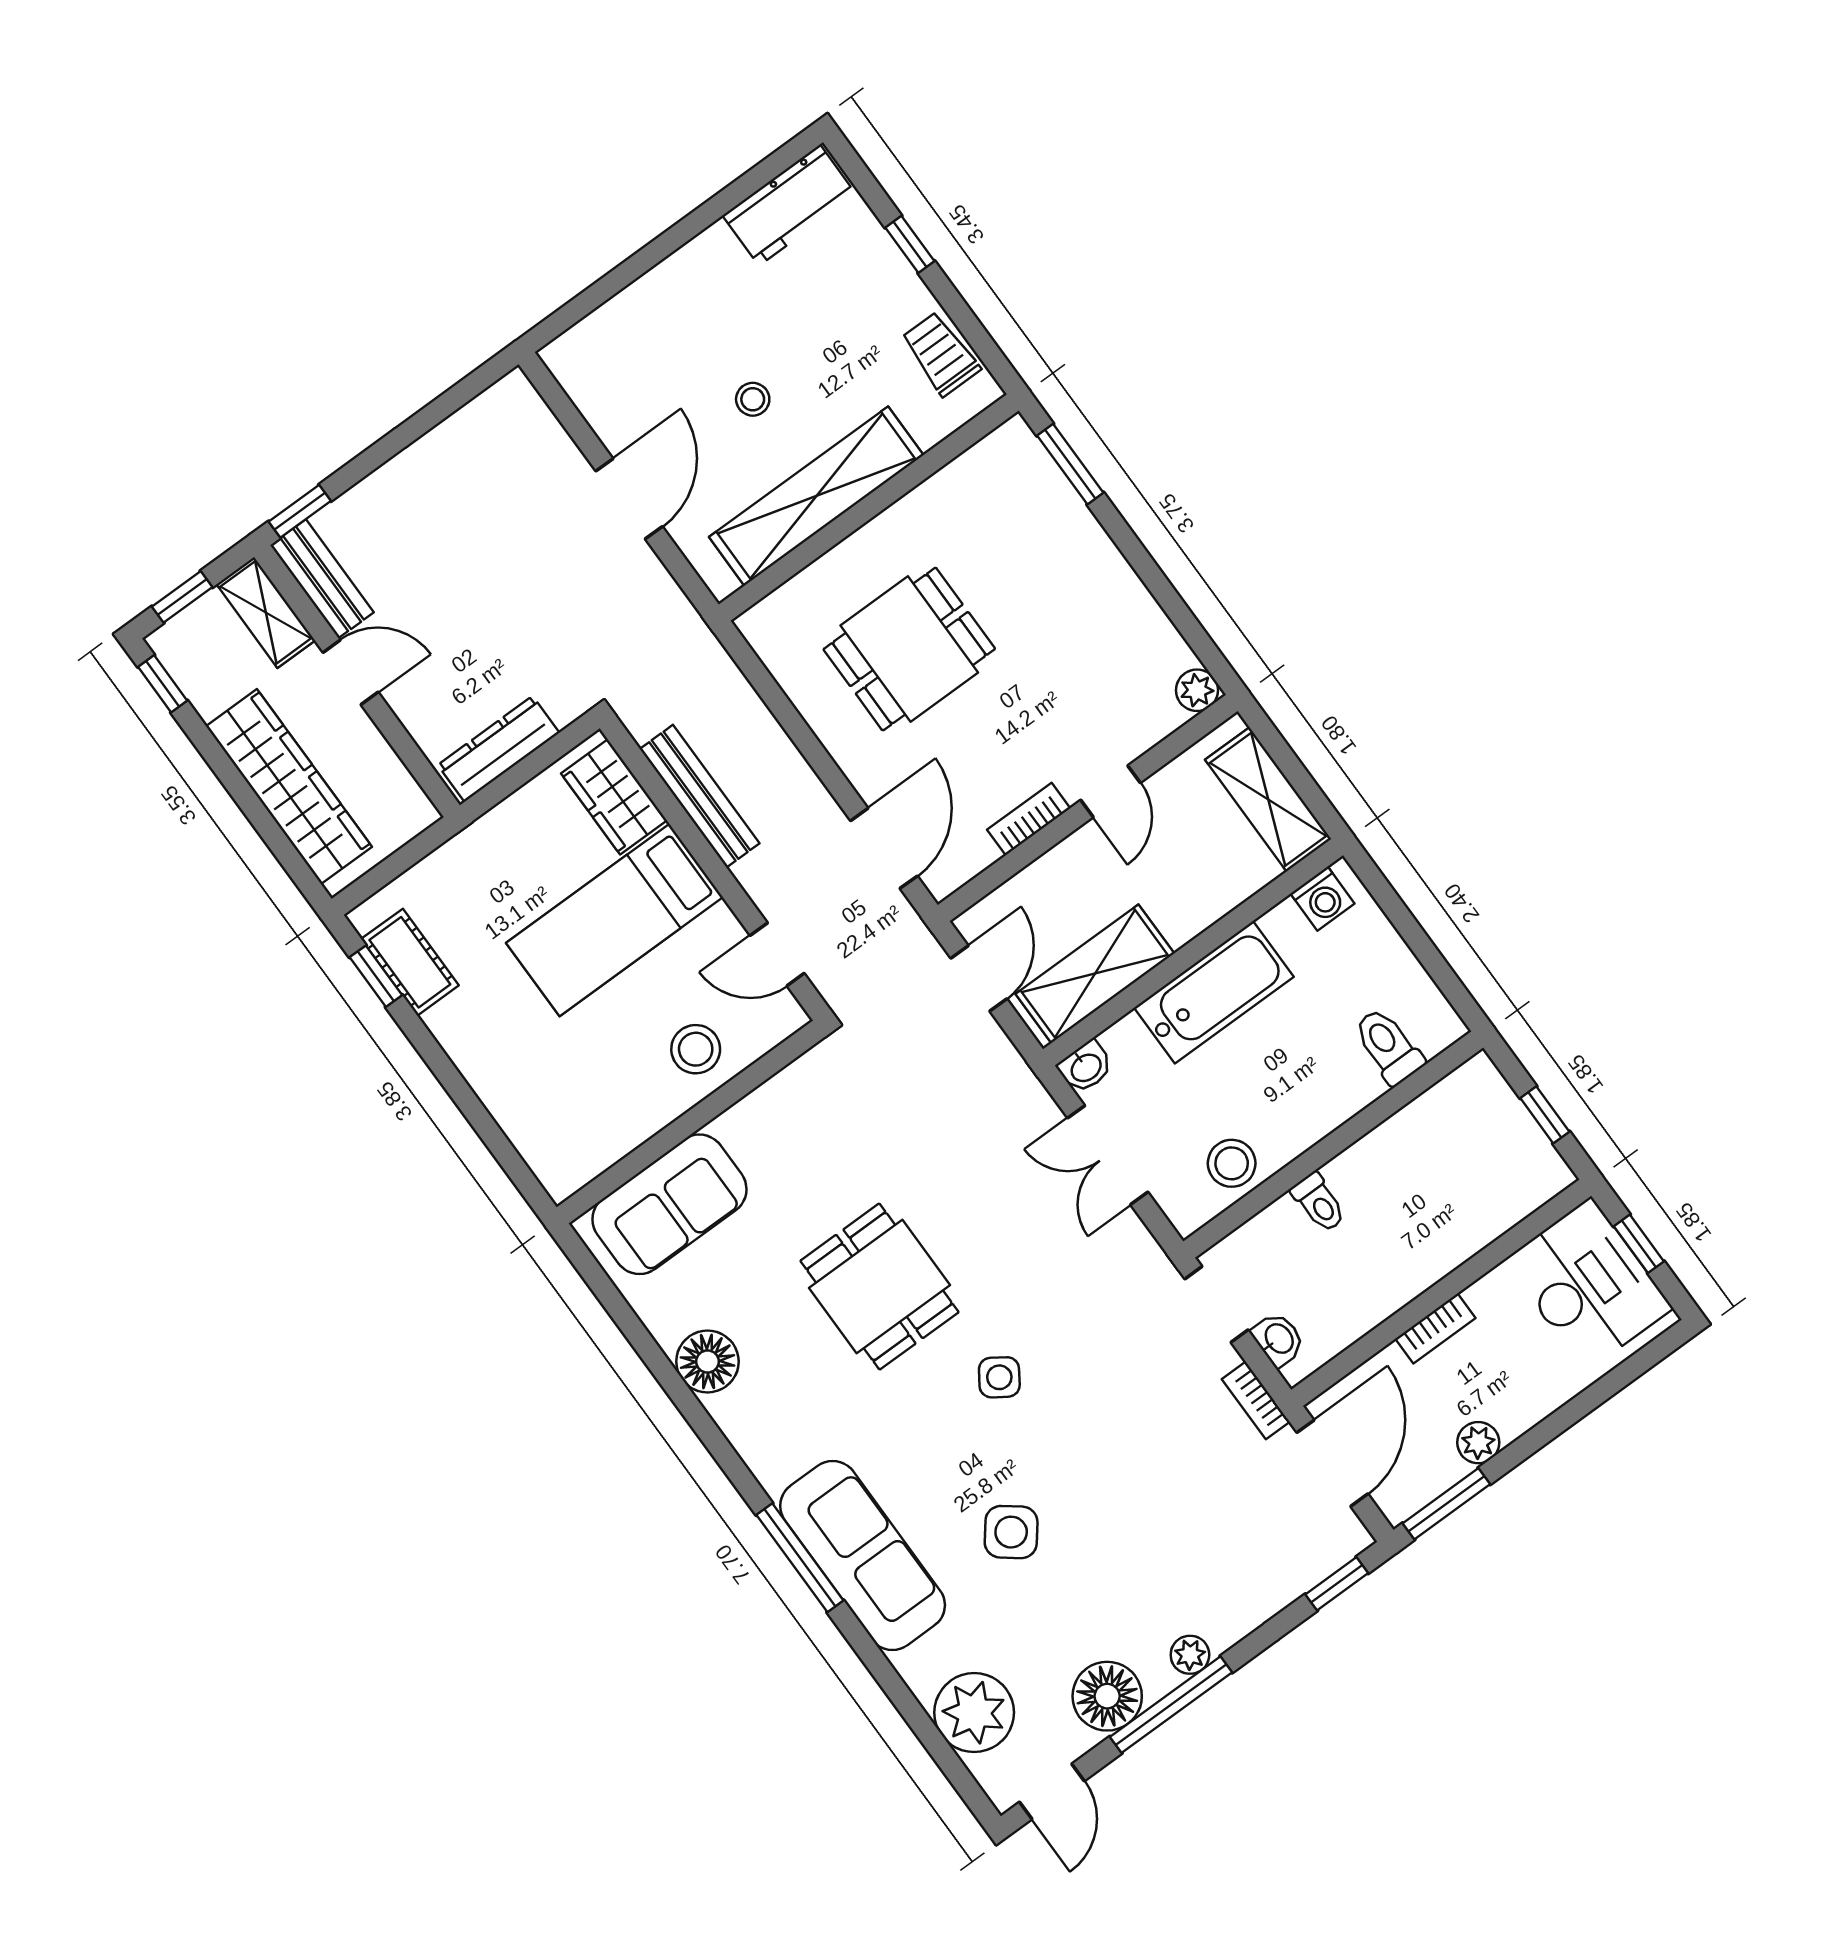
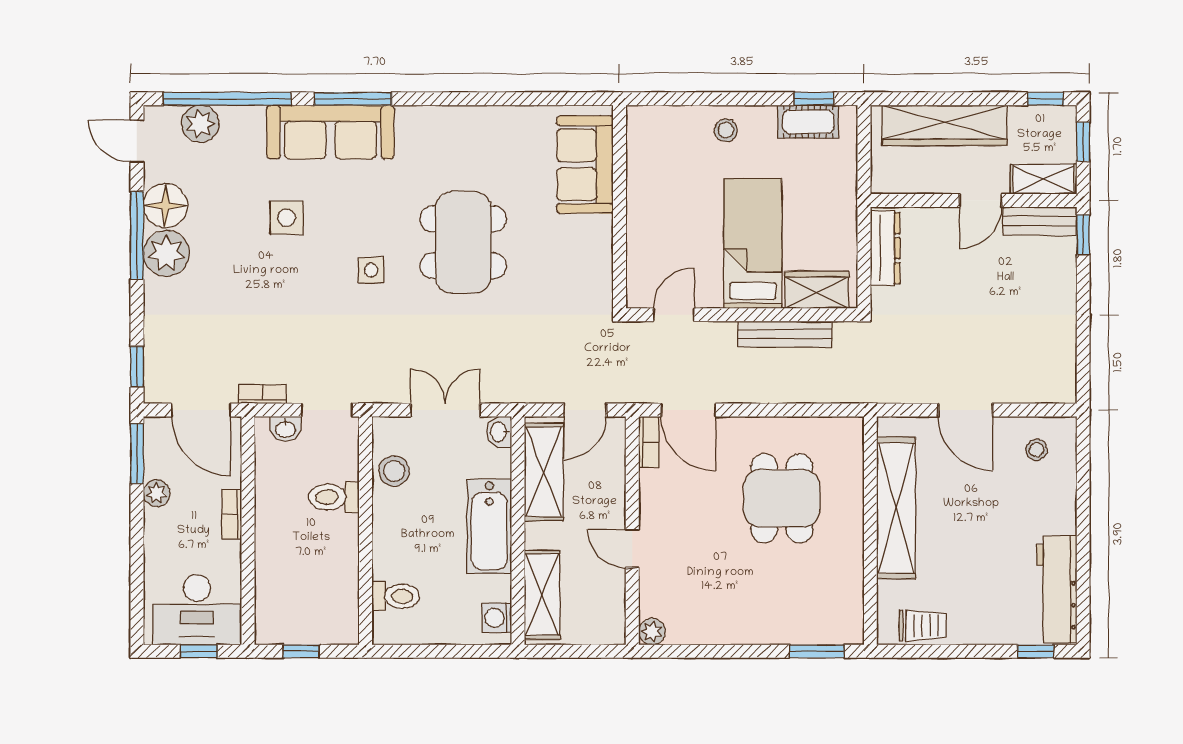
workbench: (789, 205) -> (1057, 589), width x1.38
window: (910, 244) -> (1036, 651), moved
stool: (753, 399) -> (1037, 450), moved
shelving: (1268, 799) -> (542, 595), moved, turned 90
bookcase: (1029, 819) -> (649, 442), moved
door: (979, 978) -> (585, 410), hinge flipped
stool: (696, 1049) -> (726, 130), moved, width x0.73, depth x0.73
toilet: (1319, 1203) -> (334, 497), width x1.37, depth x1.39
dining table: (879, 1287) -> (463, 242), width x1.38
floor lamp: (707, 1361) -> (489, 125), removed
side table: (999, 1377) -> (371, 270), turned -34
side table: (1011, 1532) -> (287, 218), turned -38
plant: (1190, 1655) -> (166, 253), width x1.87, depth x1.87
plant: (974, 1713) -> (200, 124), width x0.73, depth x0.73
window: (916, 1716) -> (227, 99), added

